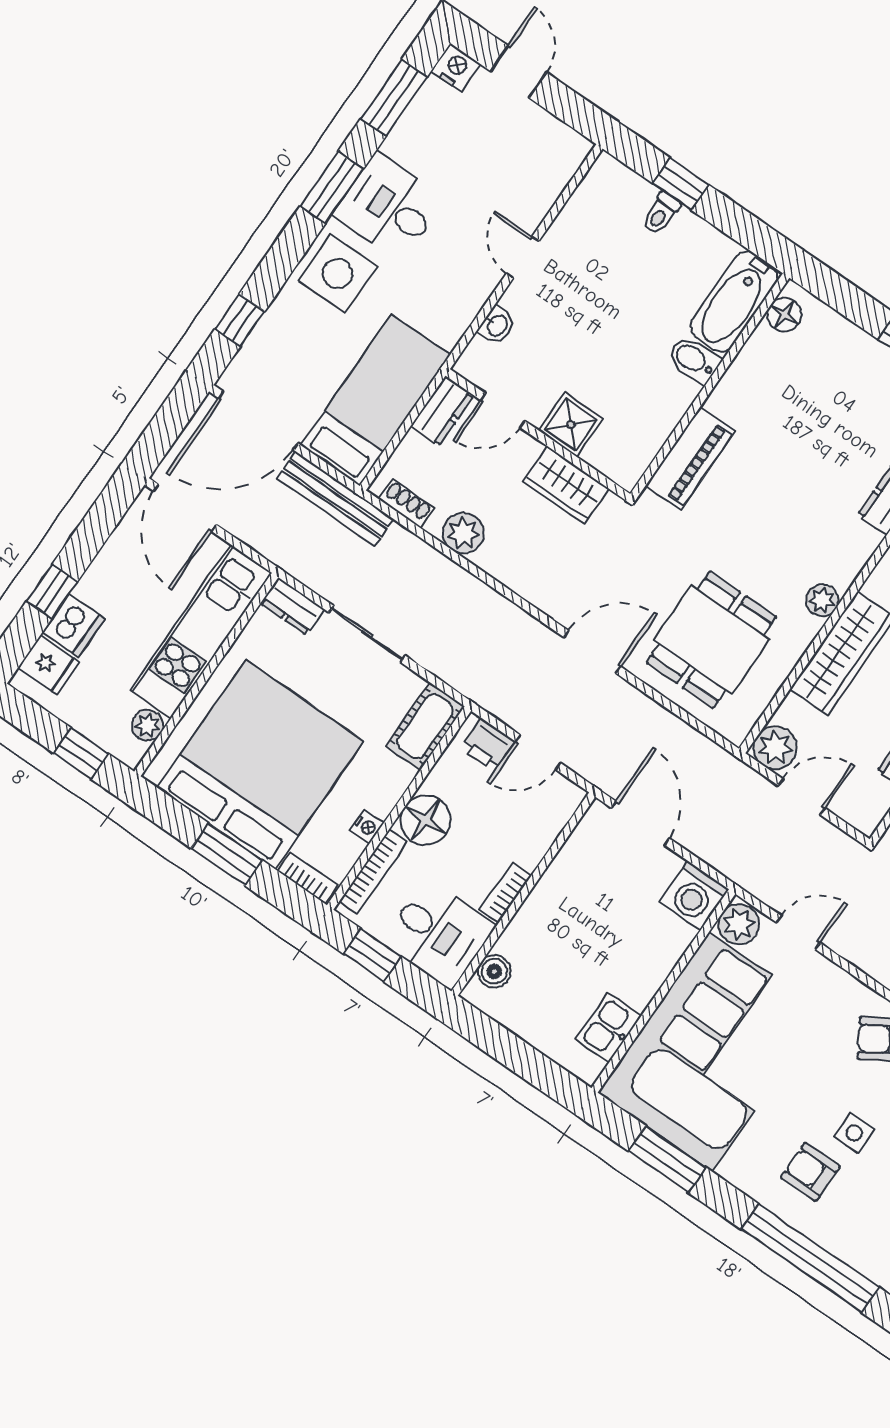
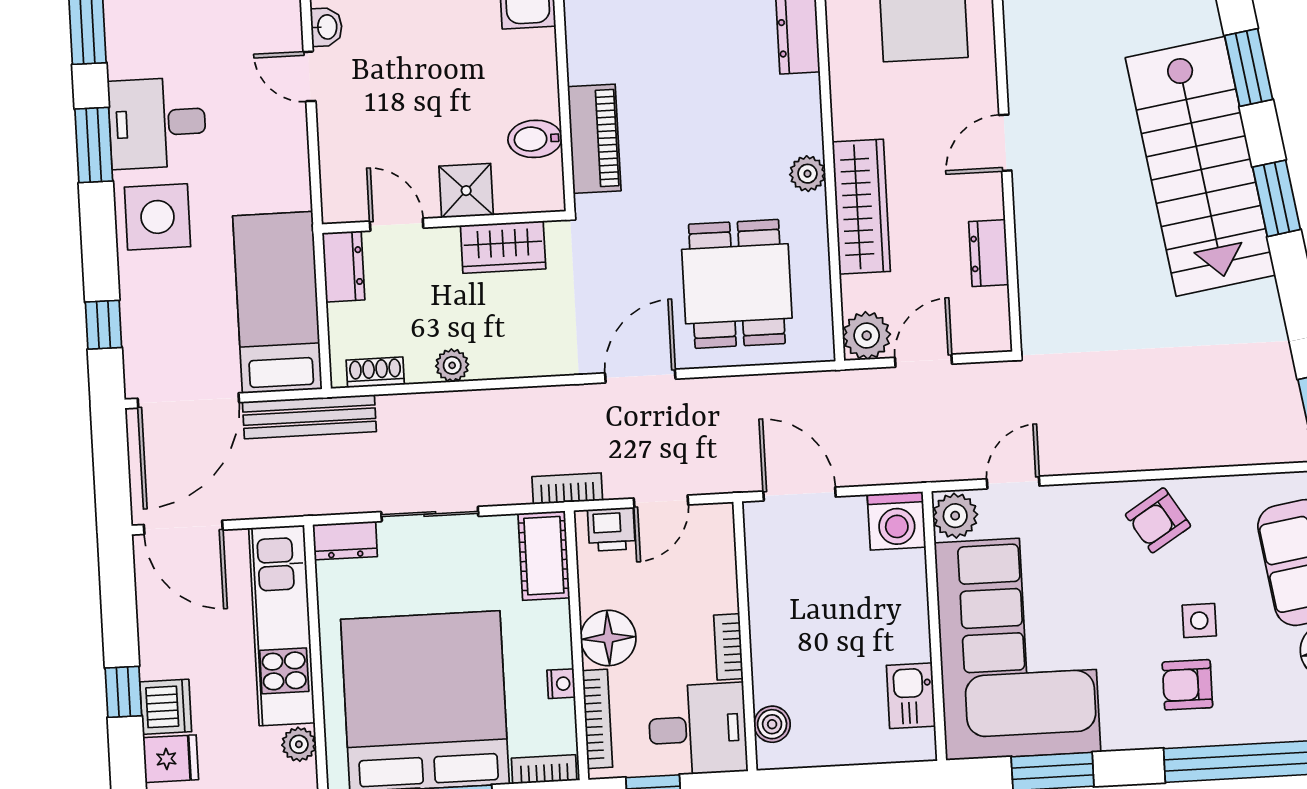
washbasin: (497, 325) -> (326, 27), moved
bidet: (694, 360) -> (535, 139), moved
door: (503, 410) -> (397, 225), swing flipped
plant: (463, 533) -> (452, 365), width x0.73, depth x0.73
bookcase: (479, 692) -> (567, 488), added

